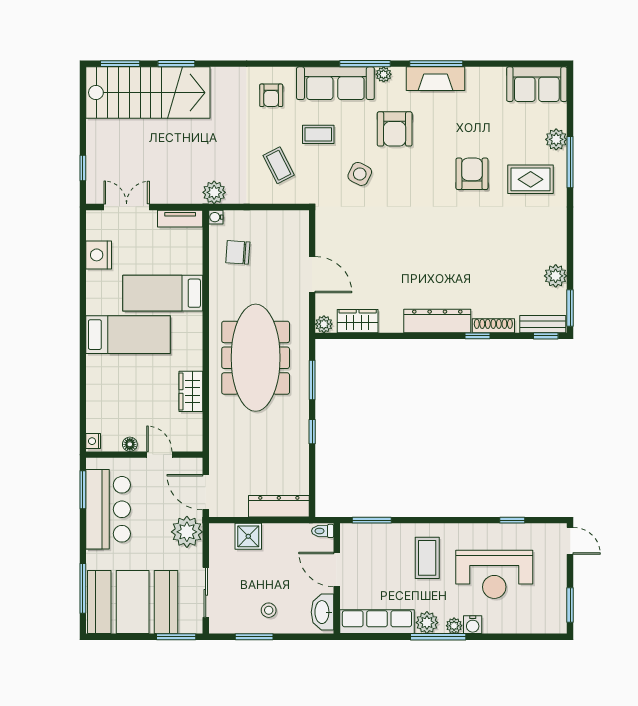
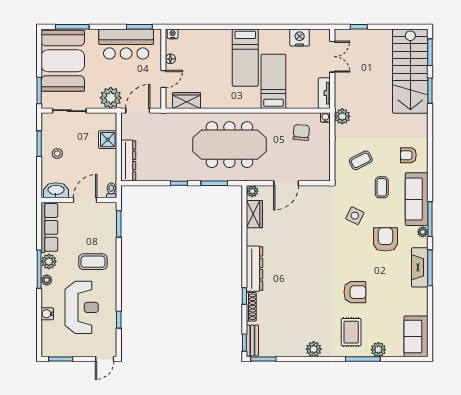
armchair: (395, 129) -> (385, 239), turned 90
plant: (556, 276) -> (314, 349), moved
wardrobe: (191, 391) -> (187, 100), moved
reception desk: (494, 574) -> (82, 307), turned 180
water cooler: (473, 625) -> (47, 314), moved

